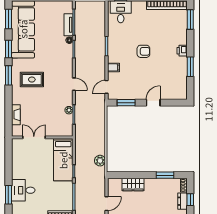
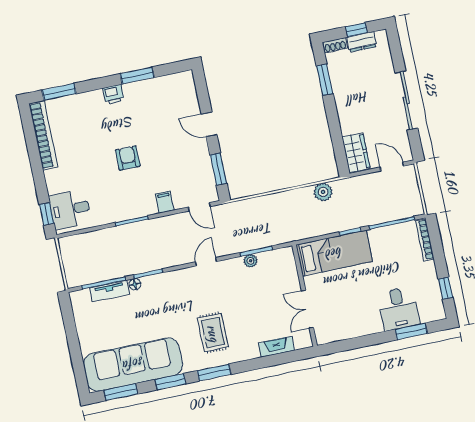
wardrobe: (133, 184) -> (356, 153), moved

